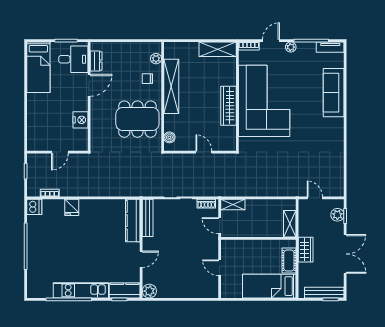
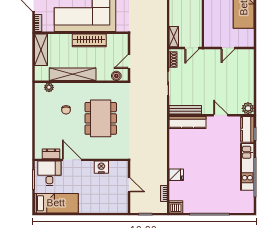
plant: (156, 59) -> (49, 87), moved
shelving: (171, 86) -> (73, 74), moved
wall: (163, 96) -> (81, 82), moved
boiler: (169, 137) -> (116, 76), moved

